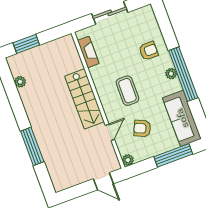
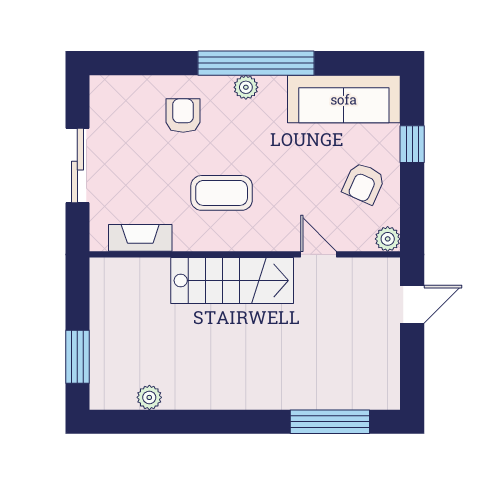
coffee table: (127, 91) -> (222, 193), moved
armchair: (142, 128) -> (364, 183), moved
window: (32, 146) -> (330, 422), moved
window: (173, 155) -> (412, 144), width x0.46

